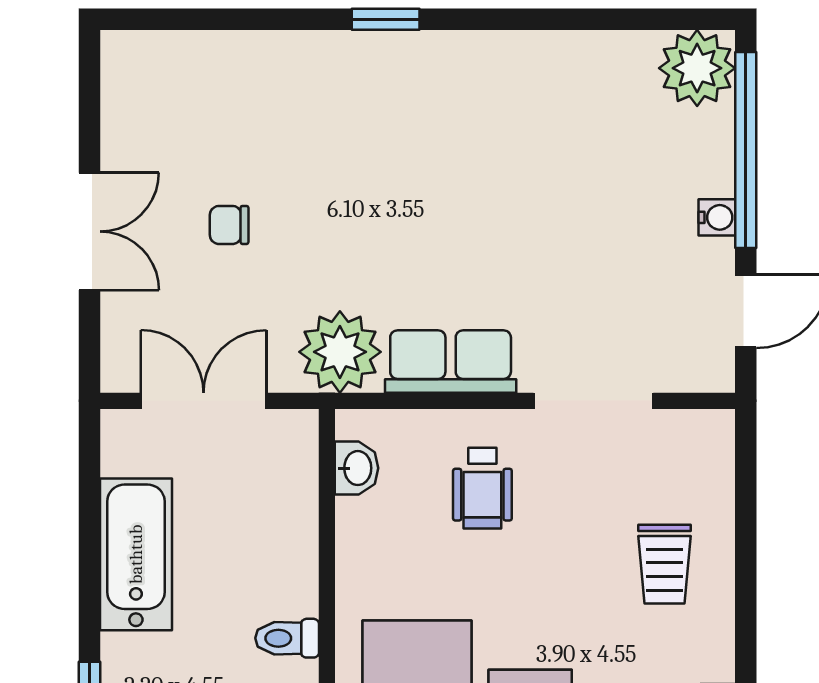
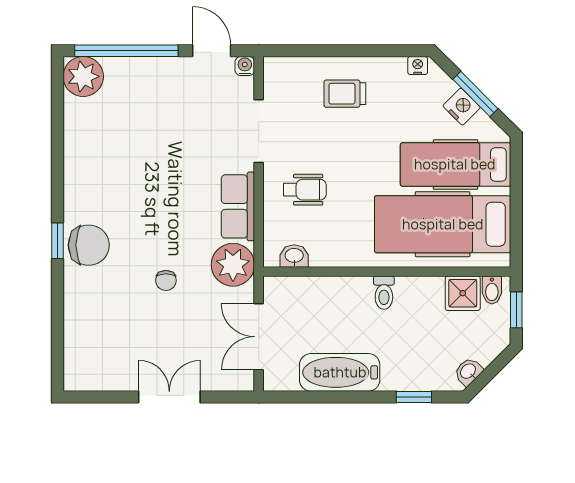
chair: (377, 78) -> (89, 245), added
water cooler: (717, 217) -> (245, 66), moved
chair: (229, 225) -> (166, 280), moved
trolley: (664, 564) -> (345, 94), turned 180

